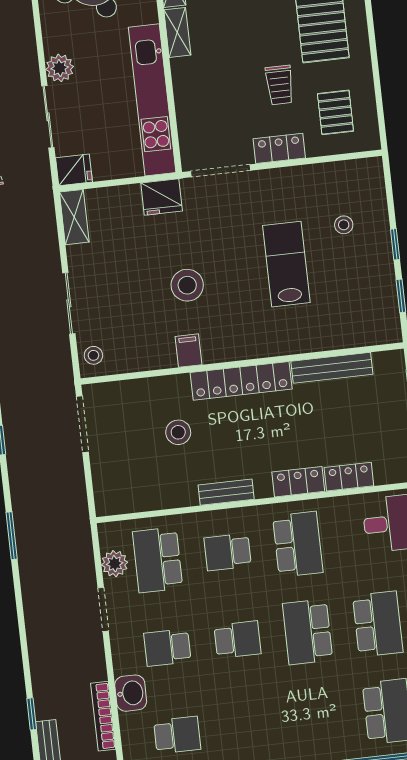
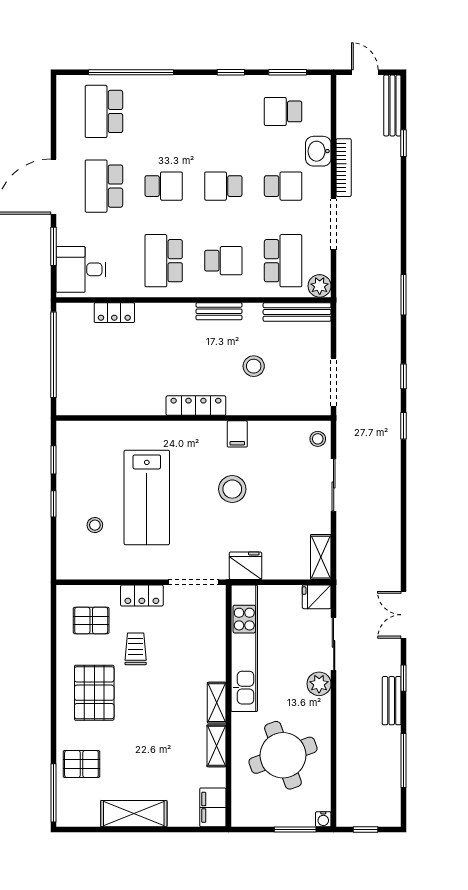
pallet: (335, 112) -> (91, 620), turned 90
lab bench: (286, 264) -> (147, 497), width x1.36, depth x1.39
bench: (332, 368) -> (297, 312), moved
locker: (241, 381) -> (196, 406), width x0.71, depth x0.83
locker: (298, 482) -> (157, 313), removed
plant: (115, 564) -> (320, 286), moved
doorway: (103, 609) -> (334, 224), width x1.38
school desk: (308, 632) -> (164, 186), width x0.54
bookcase: (103, 716) -> (344, 168), moved

